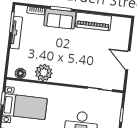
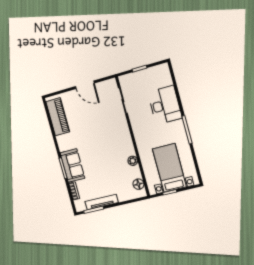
piano: (93, 21) -> (58, 117), moved
door: (128, 60) -> (85, 85), hinge flipped
plant: (44, 73) -> (133, 161), width x0.53, depth x0.53

